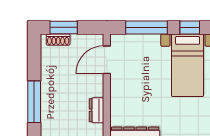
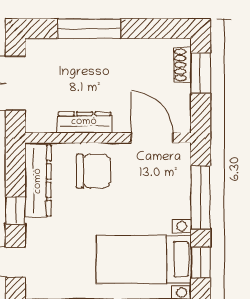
chair: (129, 99) -> (94, 171), added
dresser: (96, 110) -> (84, 122), width x1.44

